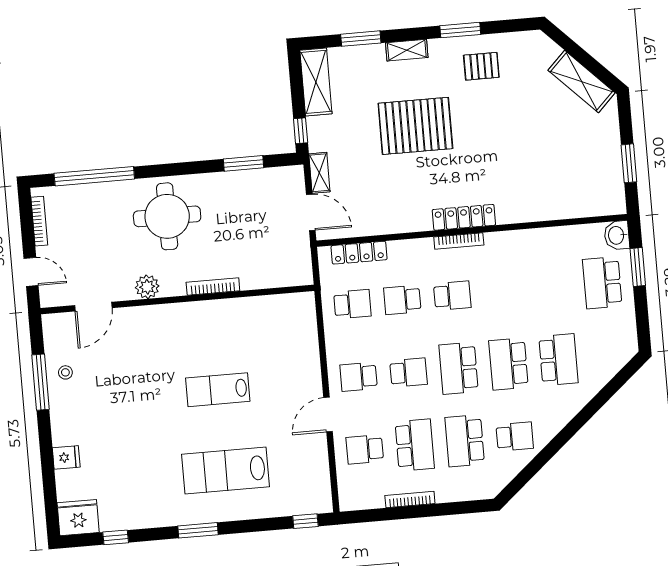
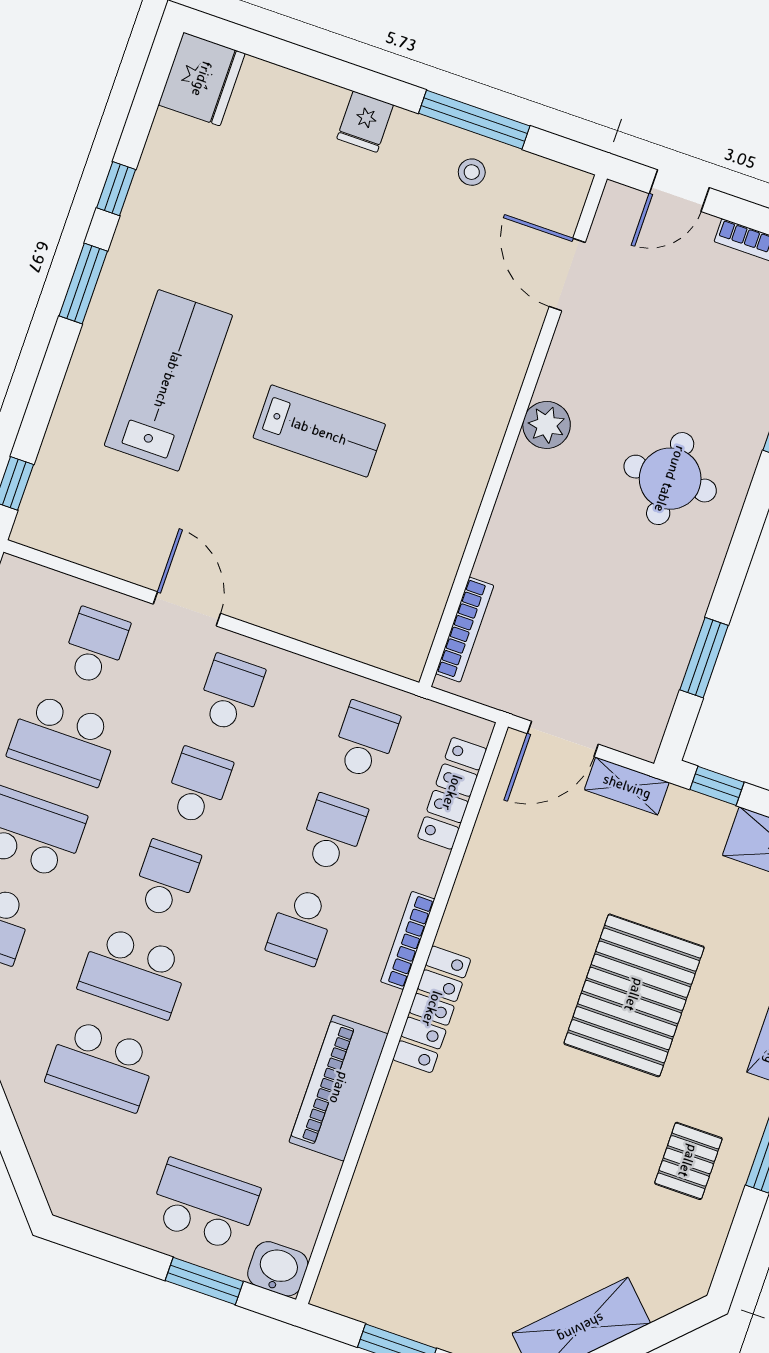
round table: (167, 216) -> (670, 479), width x0.73, depth x0.73
bookcase: (459, 241) -> (408, 940), moved
piano: (520, 244) -> (339, 1088), added
plant: (147, 287) -> (547, 425), moved
bookcase: (213, 287) -> (465, 630), moved
school desk: (352, 304) -> (365, 740), turned 180
school desk: (508, 364) -> (134, 972), turned 180
school desk: (458, 368) -> (166, 879), width x0.54
school desk: (409, 372) -> (198, 786), turned 180
lab bench: (218, 390) -> (319, 431), turned 90
fridge: (66, 457) -> (365, 122), moved
window: (116, 537) -> (116, 189), moved

